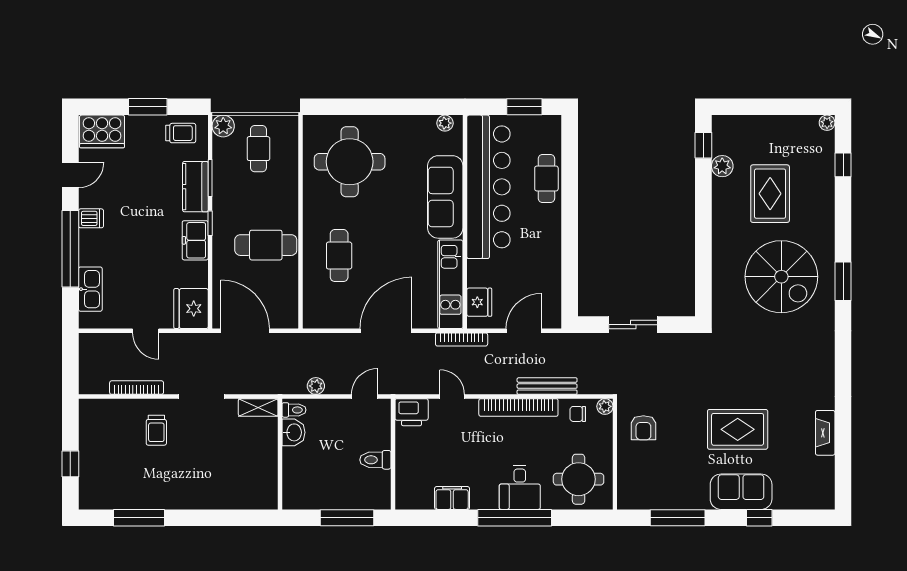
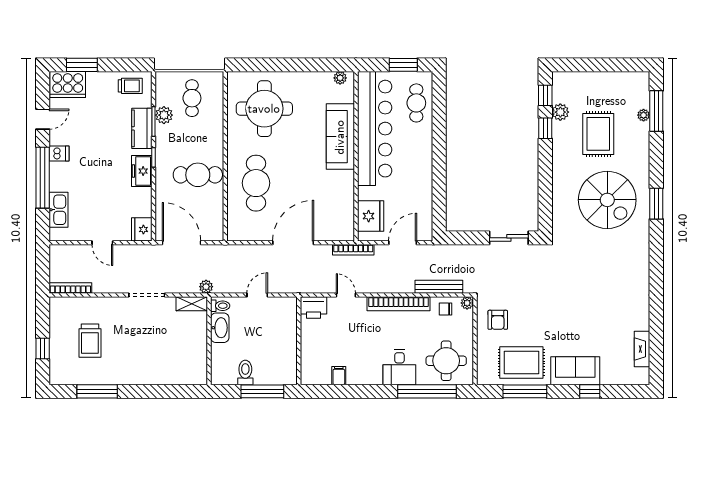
window: (148, 107) -> (82, 65), moved
plant: (827, 123) -> (644, 115), moved
plant: (223, 126) -> (164, 115), moved
window: (843, 165) -> (656, 111), width x2.17
cafe table: (546, 178) -> (416, 103), moved
window: (703, 187) -> (545, 128), added
cafe table: (339, 256) -> (256, 183), width x1.37, depth x1.35
kitchen unit: (450, 284) -> (344, 206), removed
fridge: (479, 302) -> (371, 216), width x1.36, depth x1.34
fridge: (191, 309) -> (142, 229), width x0.73, depth x0.75
sliding door: (633, 325) -> (509, 238), moved
plant: (316, 386) -> (206, 287), moved
bench: (547, 386) -> (439, 287), moved
bookcase: (137, 388) -> (70, 288), moved
door: (365, 396) -> (257, 295), moved
rug: (738, 429) -> (521, 363), moved
trolley: (156, 430) -> (90, 341), moved, width x1.36, depth x1.39
washbasin: (293, 432) -> (220, 328), width x1.38
fireplace: (825, 433) -> (642, 349), moved
toilet: (375, 460) -> (245, 372), moved, turned 90
filing cabinet: (452, 498) -> (339, 376), width x0.50
window: (515, 518) -> (427, 391), moved

